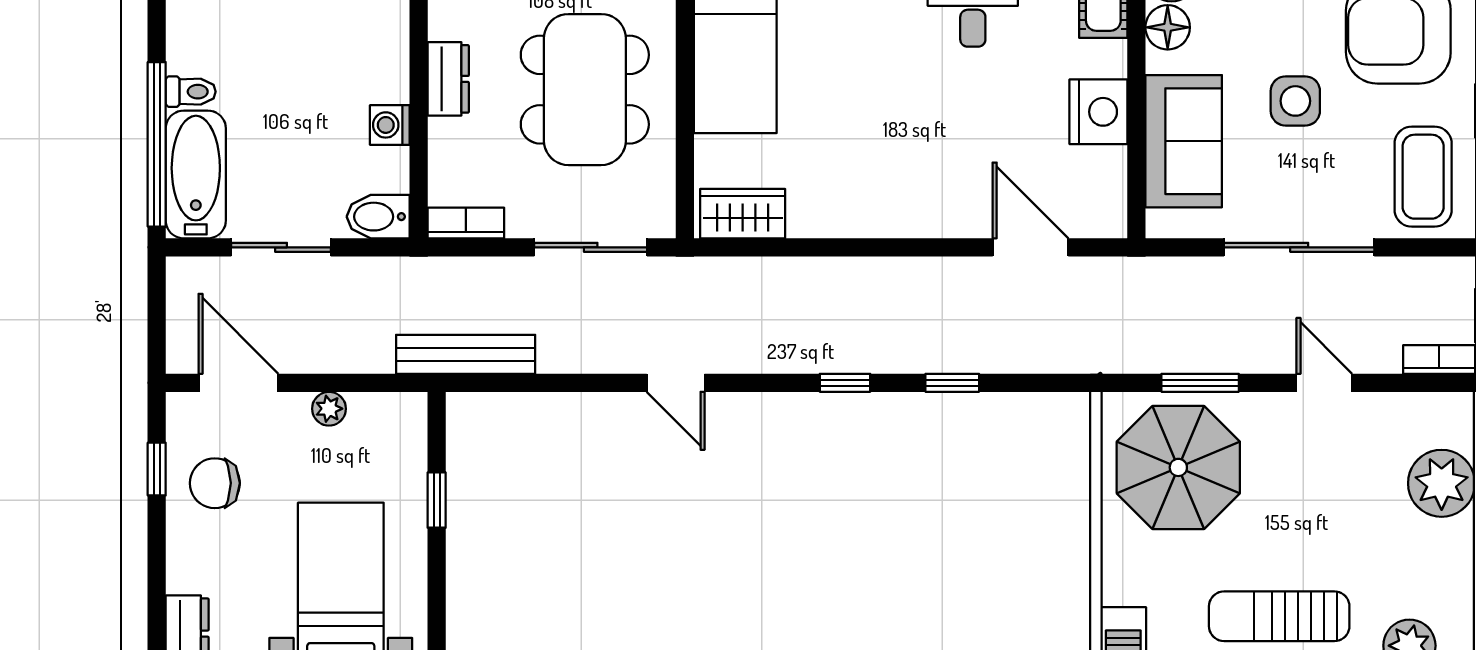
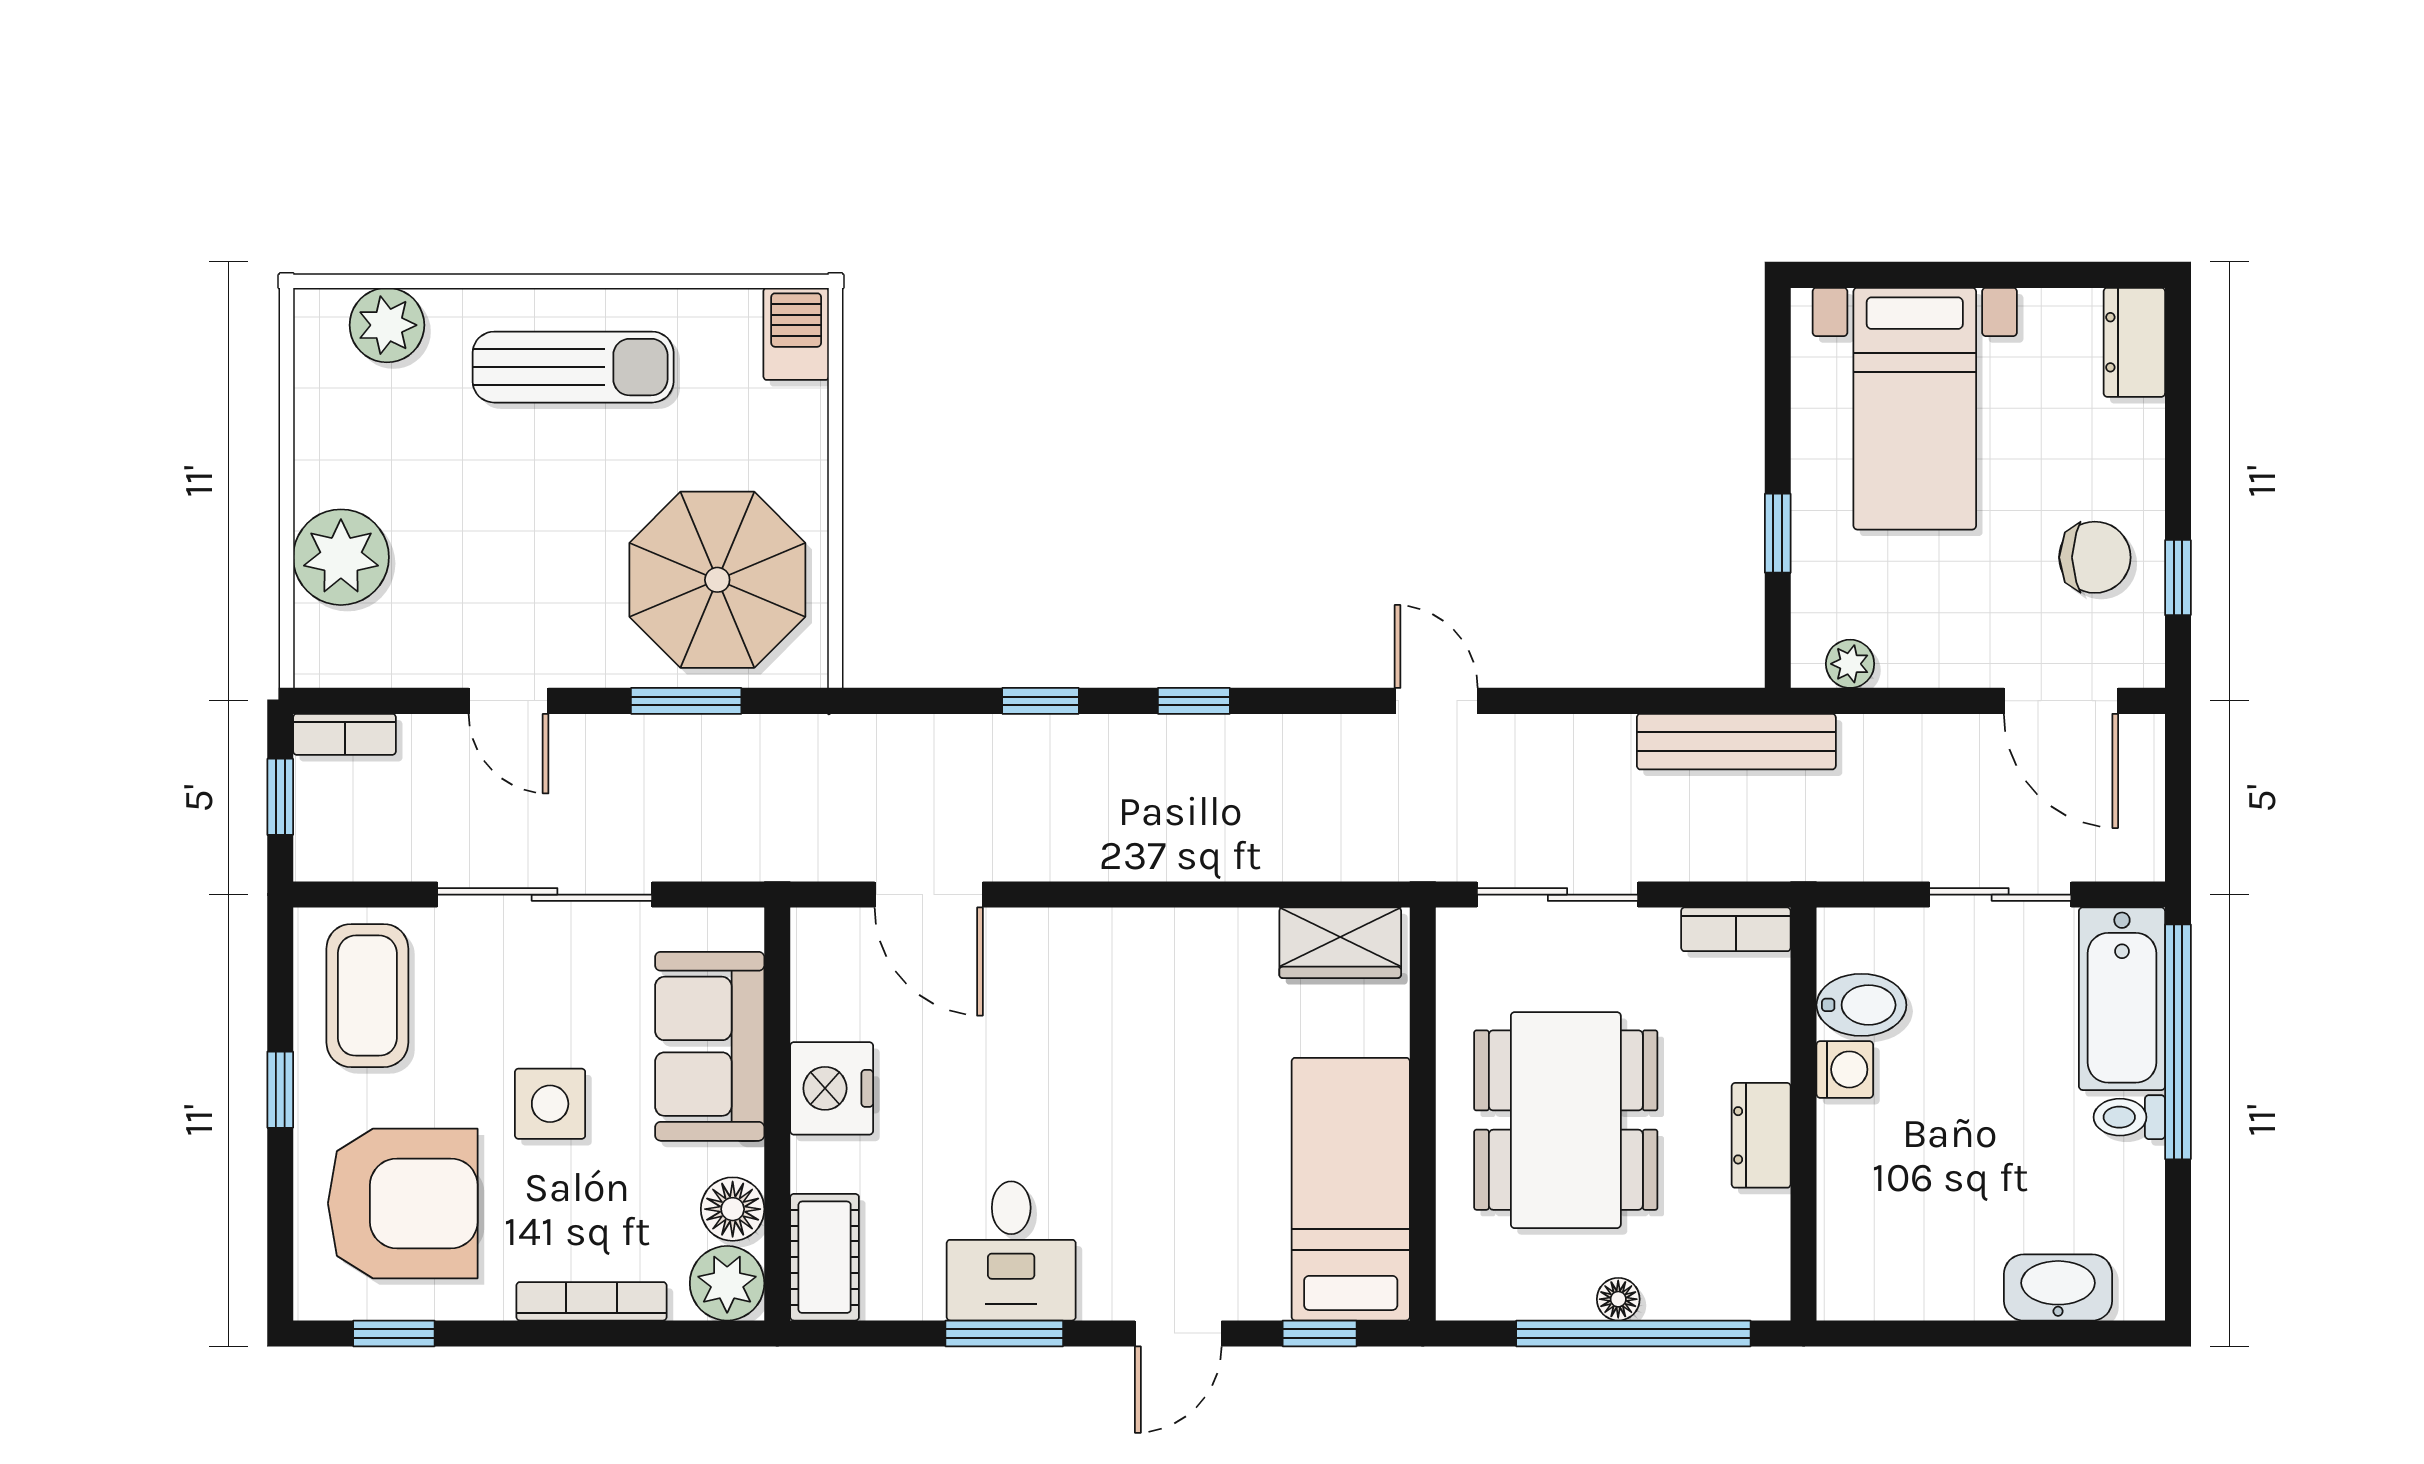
bidet: (378, 217) -> (1861, 1005), moved
plant: (329, 409) -> (1850, 664), moved

